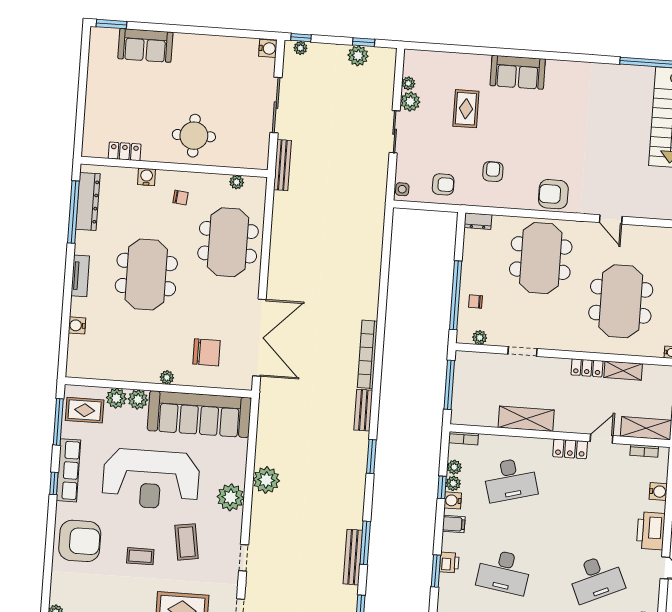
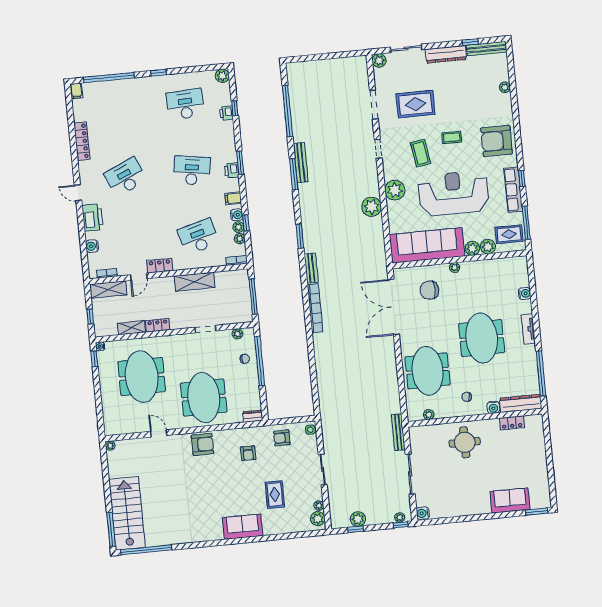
plant: (410, 102) -> (318, 519), moved
dresser: (88, 202) -> (521, 403), moved, turned 90

